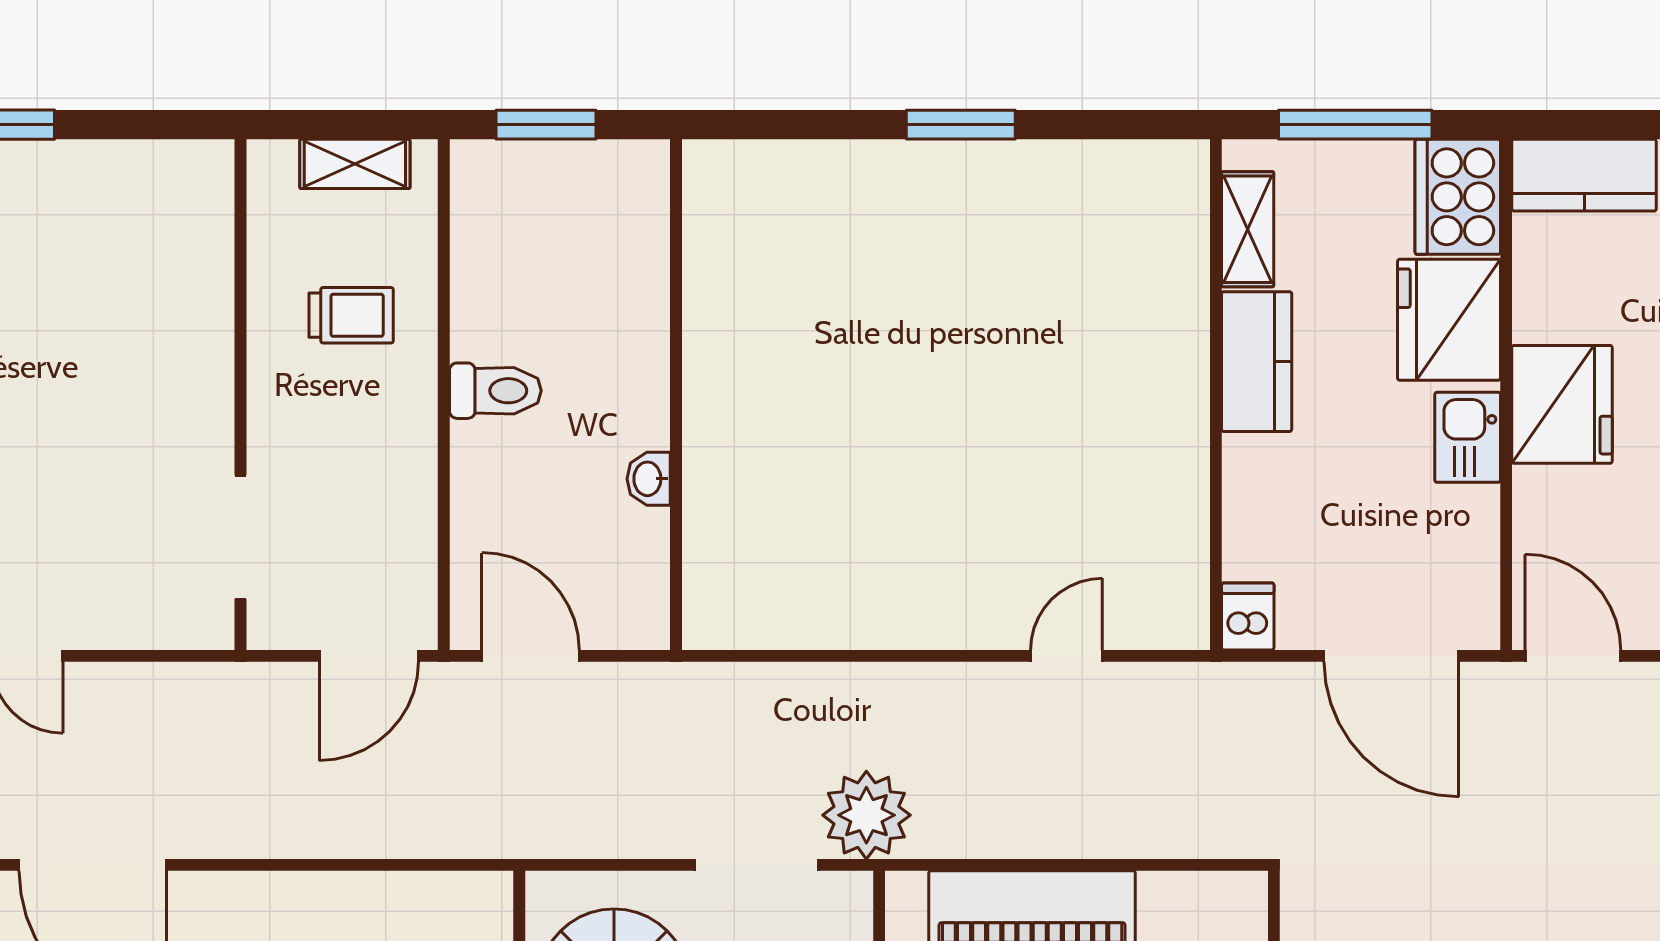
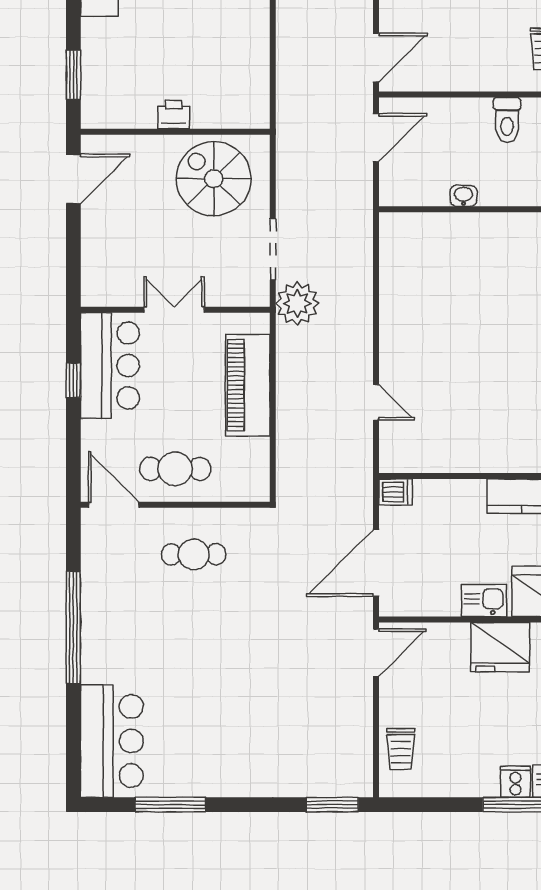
door: (369, 656) -> (376, 58), swing flipped

